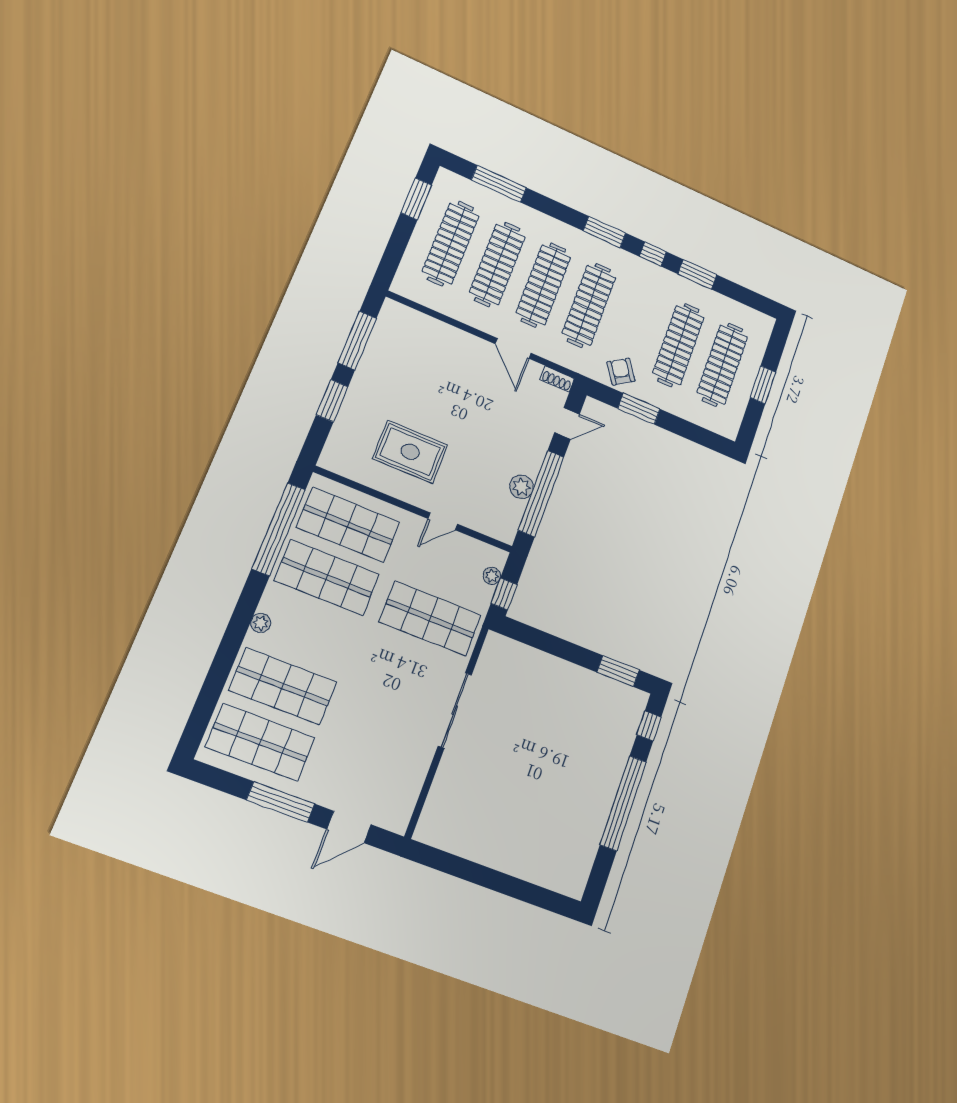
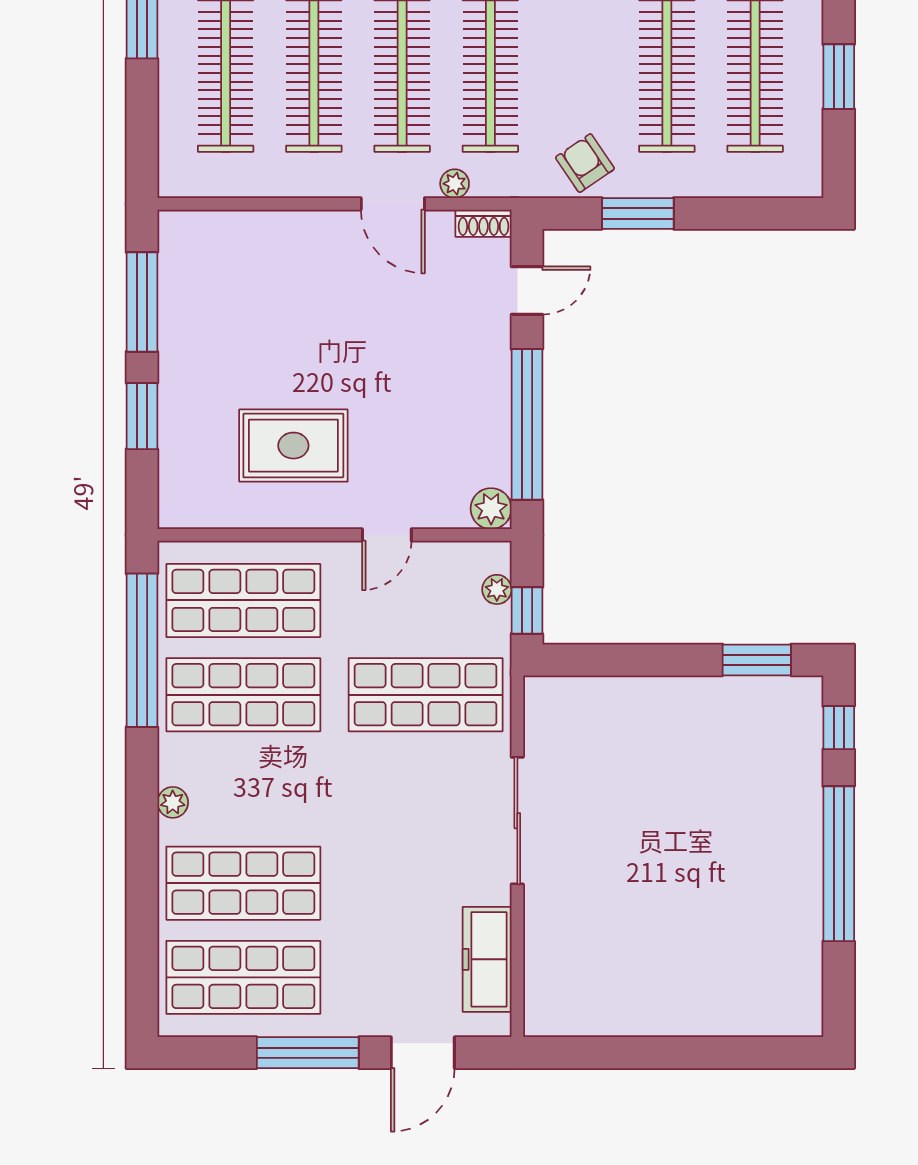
plant: (550, 352) -> (455, 184), added
plant: (521, 487) -> (491, 509), moved
freezer: (407, 785) -> (487, 959), added

